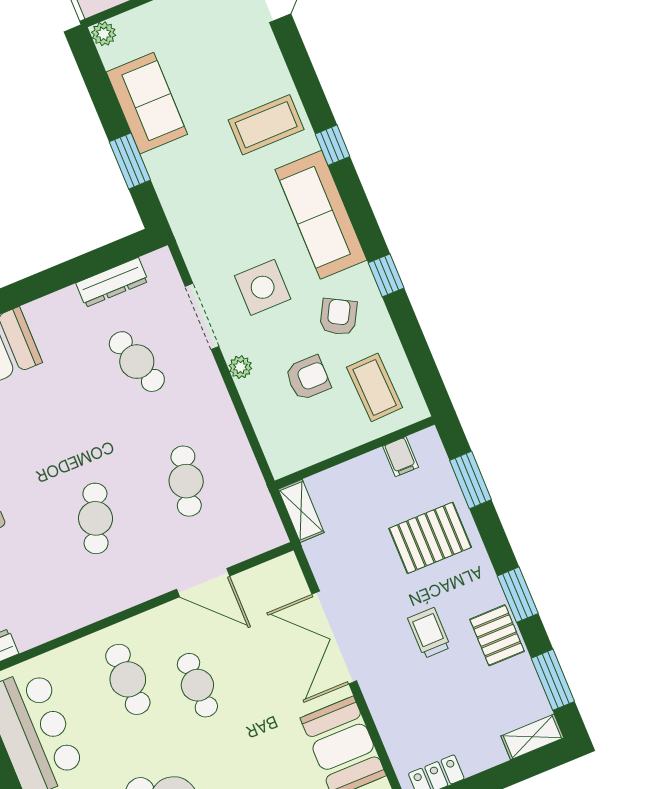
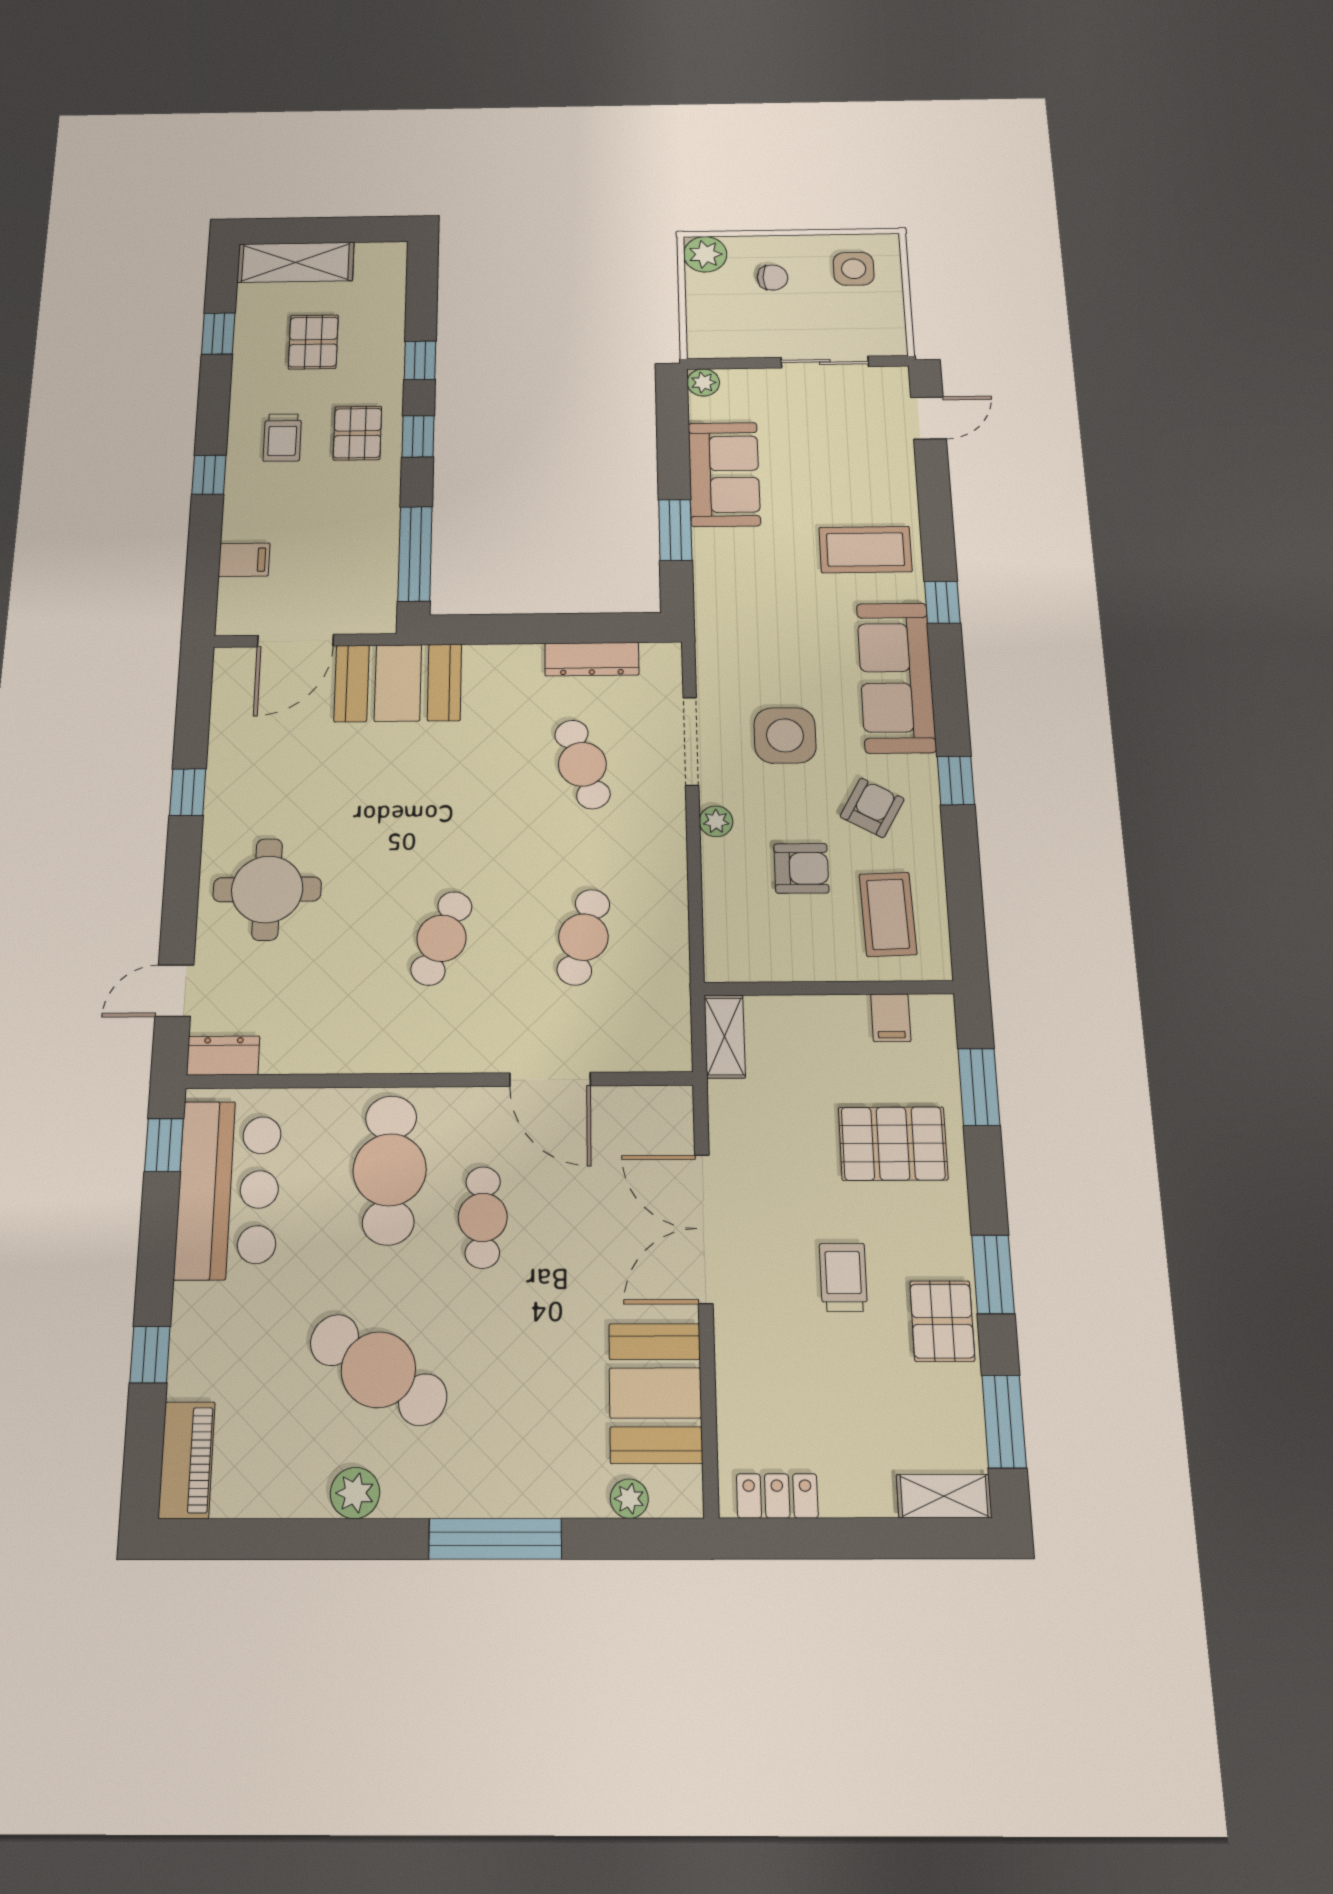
cafe table: (128, 679) -> (390, 1170), width x1.37, depth x1.35

